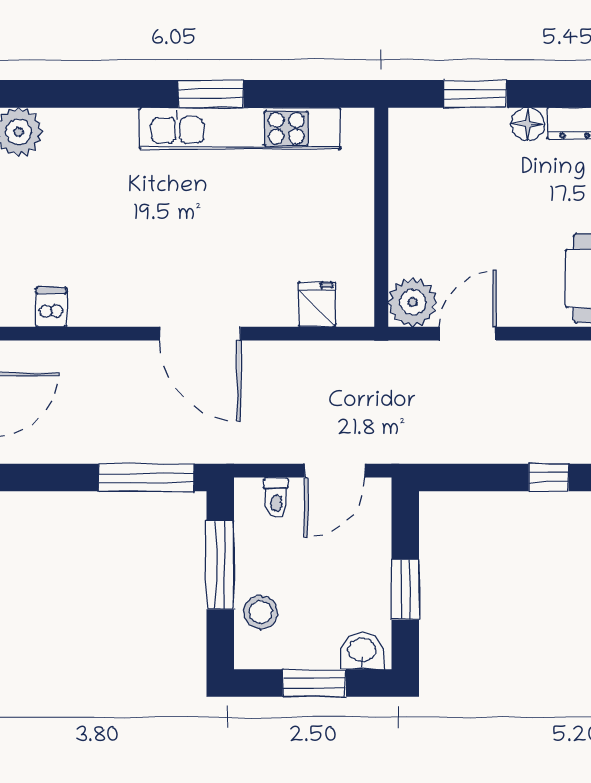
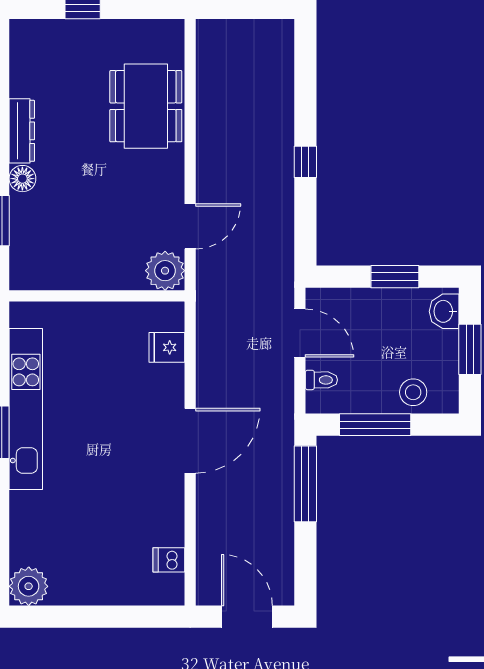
door: (468, 334) -> (190, 226), swing flipped

